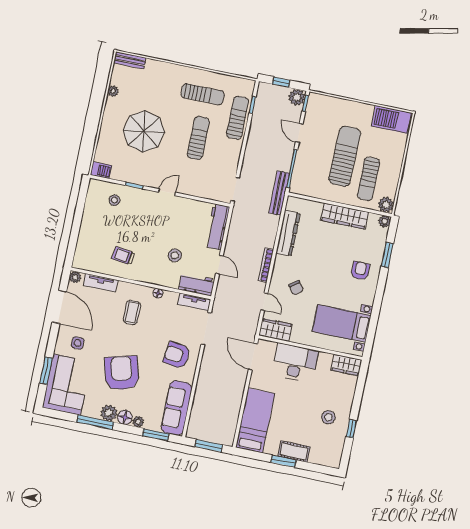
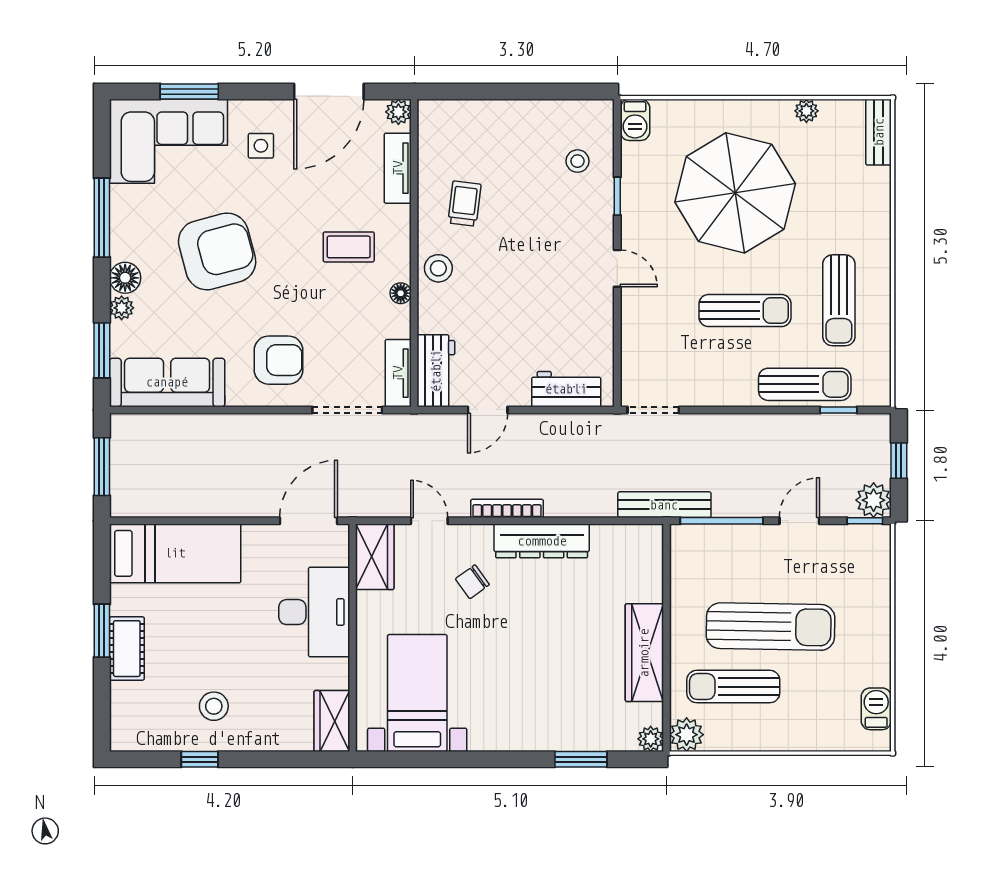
barbecue: (391, 119) -> (876, 709), width x0.53, depth x0.65
parasol: (144, 131) -> (735, 193), width x1.36, depth x1.36
workbench: (217, 227) -> (566, 389), width x0.73
dresser: (288, 233) -> (542, 541), moved
stool: (175, 255) -> (438, 268), moved
armchair: (360, 271) -> (536, 709), removed
door: (264, 302) -> (429, 521), swing flipped
armchair: (177, 355) -> (278, 360), turned 82
plant: (109, 413) -> (127, 242), removed

